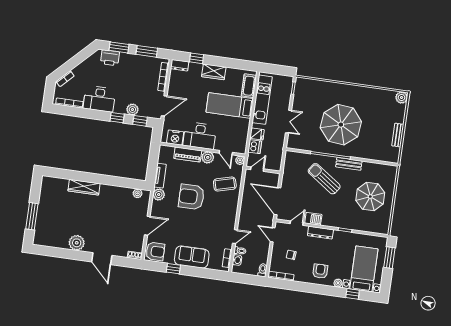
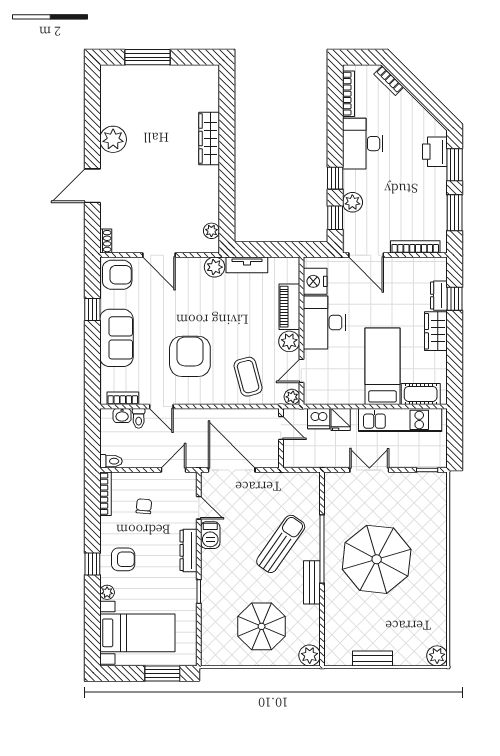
dresser: (180, 65) -> (439, 296), moved
double door: (289, 122) -> (369, 470), swing flipped
plant: (391, 171) -> (310, 655), added
armchair: (192, 197) -> (190, 356), moved
door: (277, 201) -> (232, 470), hinge flipped
armchair: (155, 251) -> (117, 275), turned -90
window: (353, 294) -> (92, 564), moved

